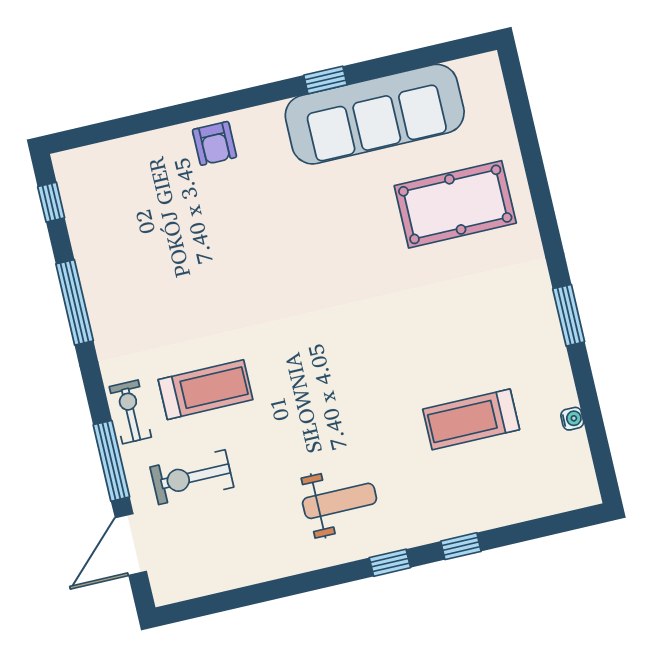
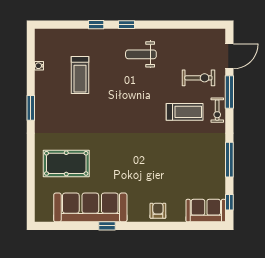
sofa: (102, 170) -> (206, 211), added
treadmill: (205, 390) -> (185, 112), turned 180
treadmill: (471, 419) -> (80, 75), turned 90

